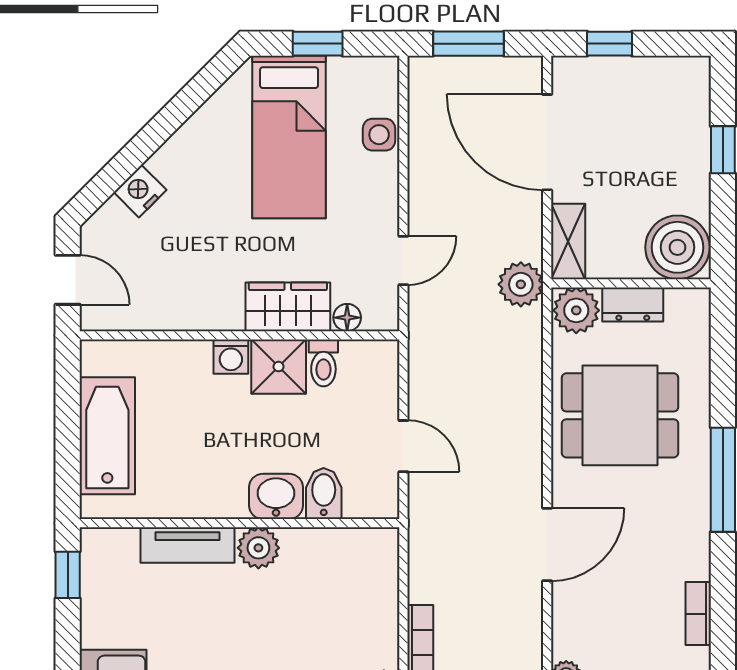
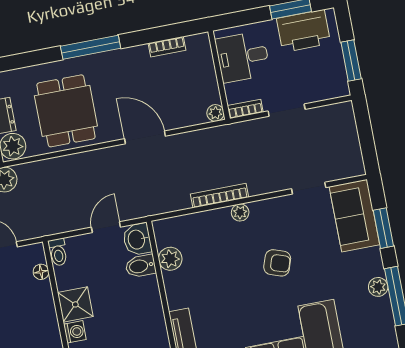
wardrobe: (288, 307) -> (41, 306), removed
toilet: (323, 363) -> (58, 252), moved, turned 90
washbasin: (276, 496) -> (137, 239), moved
plant: (258, 548) -> (170, 259), moved

